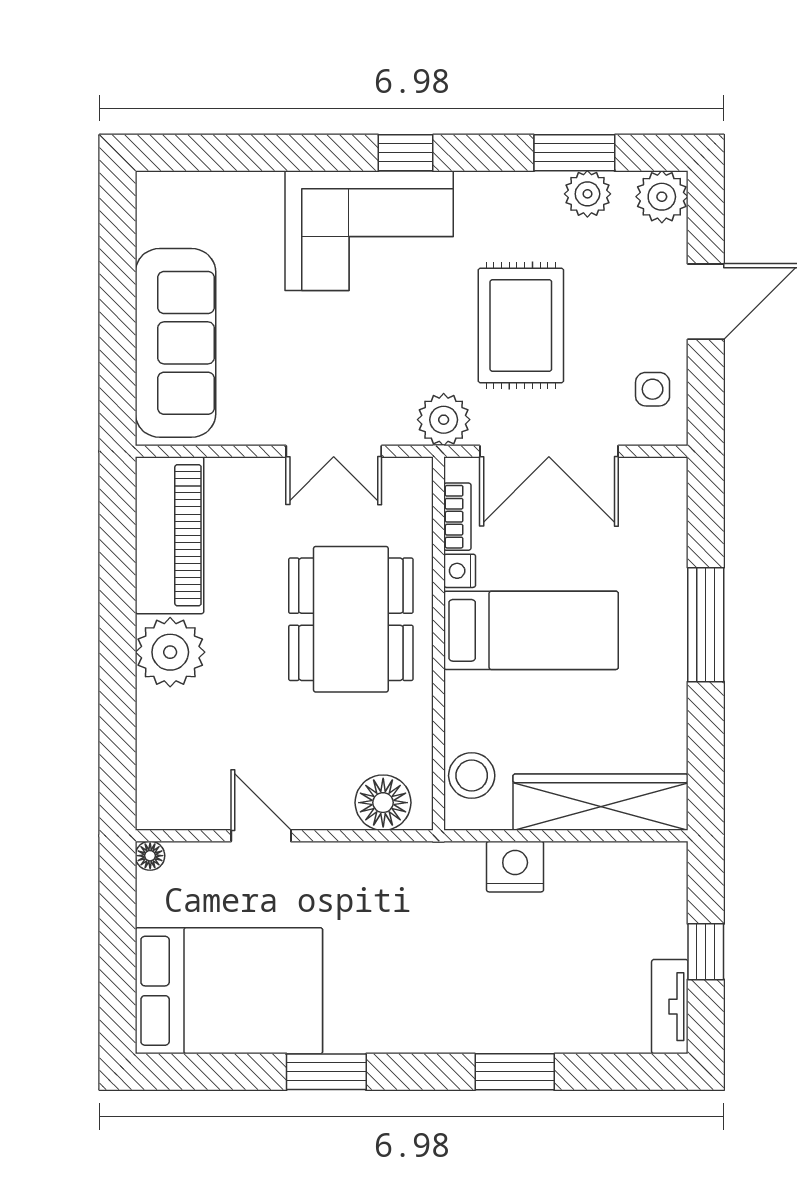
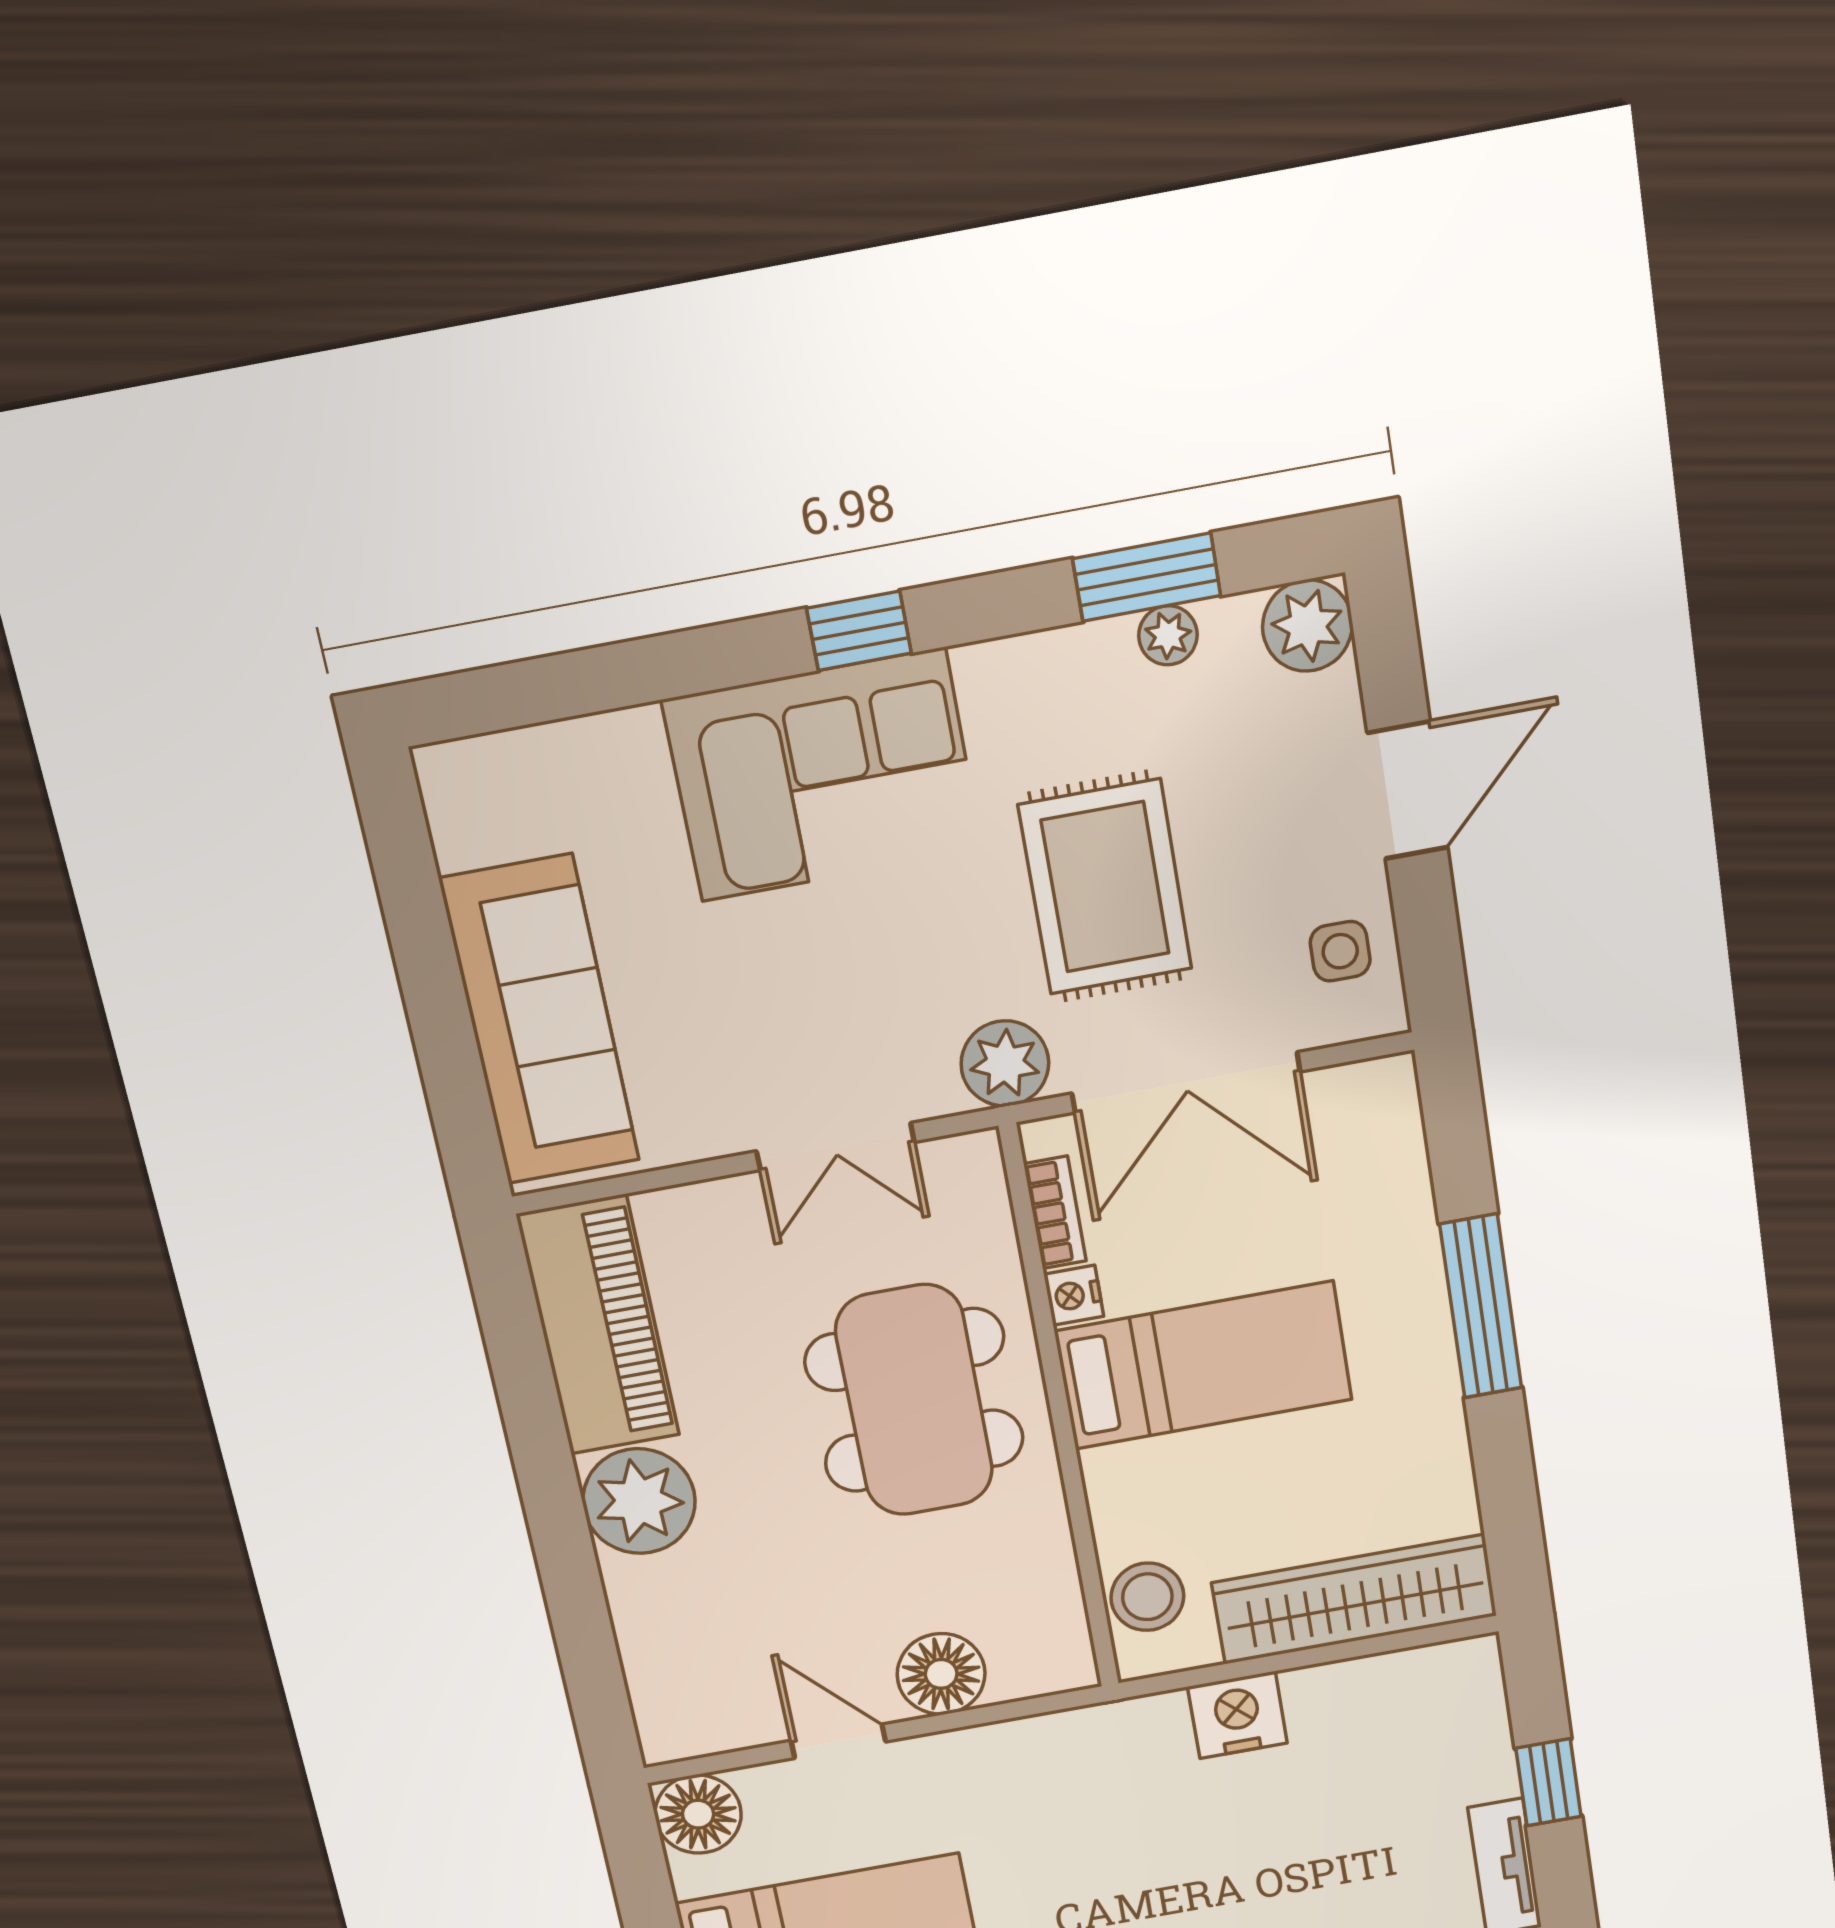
plant: (587, 194) -> (1168, 635), width x0.73, depth x0.73
floor lamp: (383, 803) -> (941, 1674), moved
floor lamp: (150, 856) -> (698, 1814), width x1.89, depth x1.89

